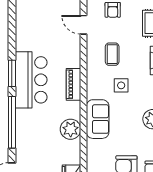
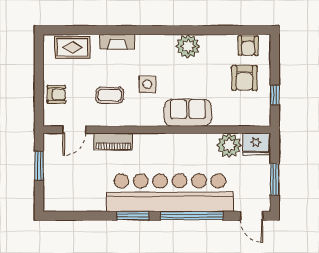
bar counter: (31, 80) -> (170, 193), width x1.86
piano: (74, 84) -> (113, 142), moved
plant: (71, 129) -> (229, 145), moved

